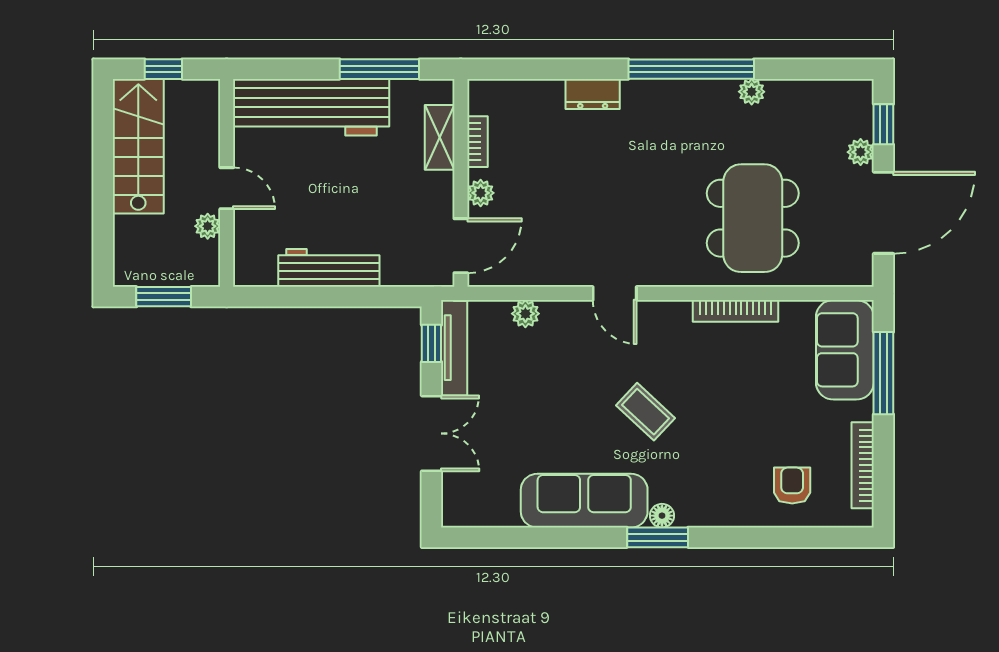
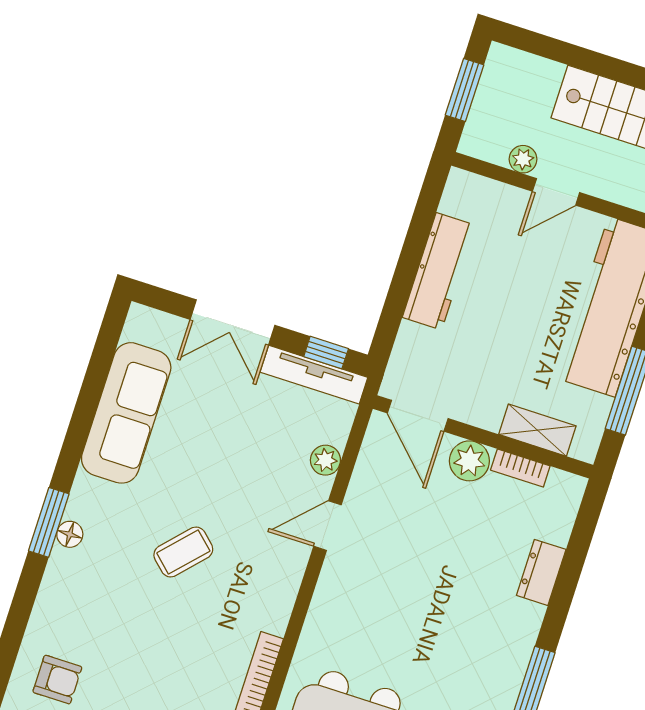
dresser: (593, 94) -> (541, 572), moved
plant: (481, 193) -> (469, 461), width x1.38, depth x1.38
door: (615, 293) -> (328, 526), moved
sofa: (584, 501) -> (126, 413), moved

